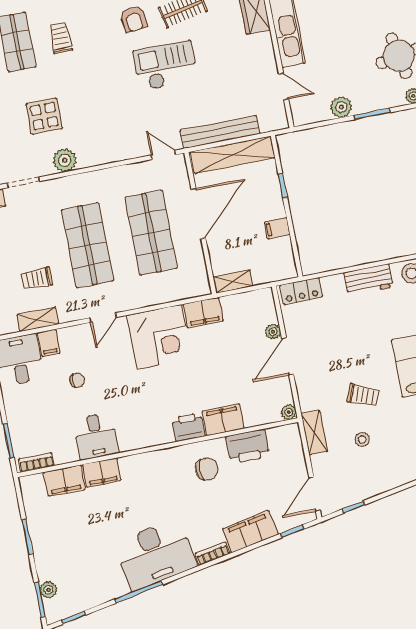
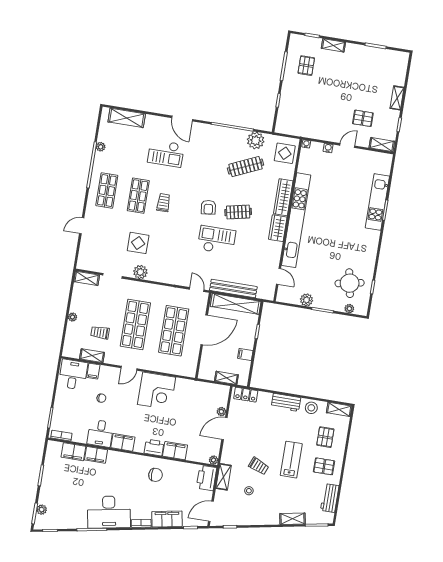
shelving: (233, 282) -> (226, 378), moved
filing cabinet: (203, 312) -> (123, 442), moved, turned 180
printer: (248, 446) -> (207, 478), moved, turned 90

